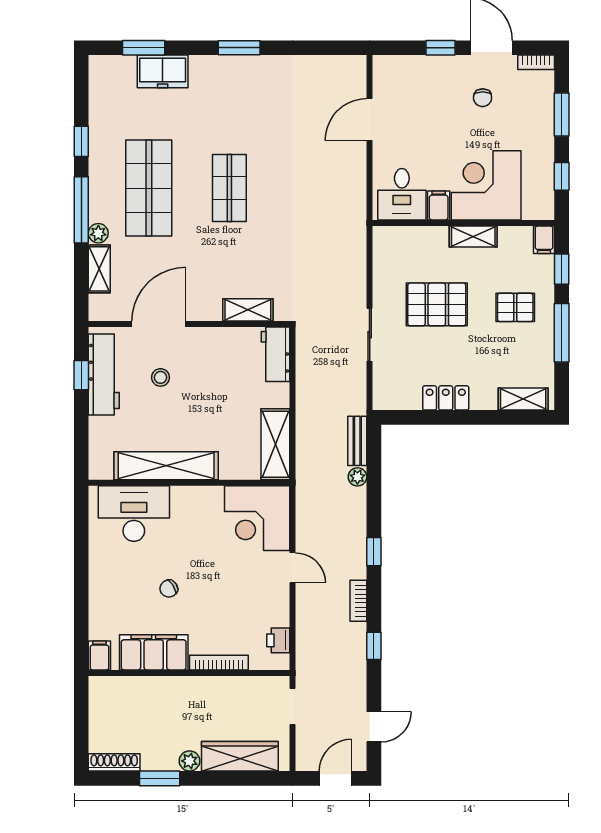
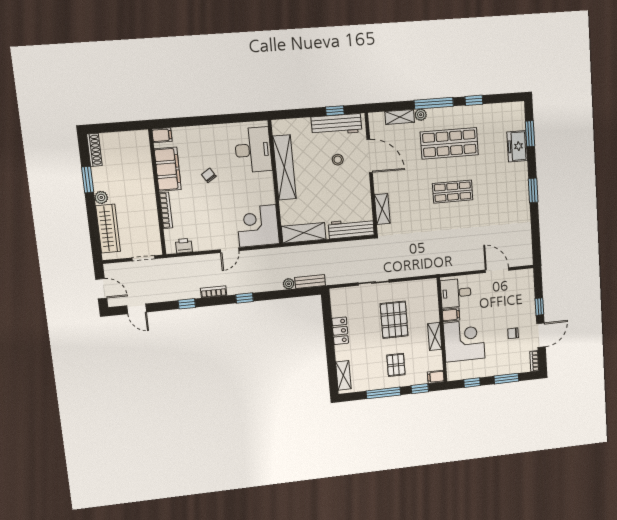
workbench: (276, 354) -> (351, 229), width x1.38

